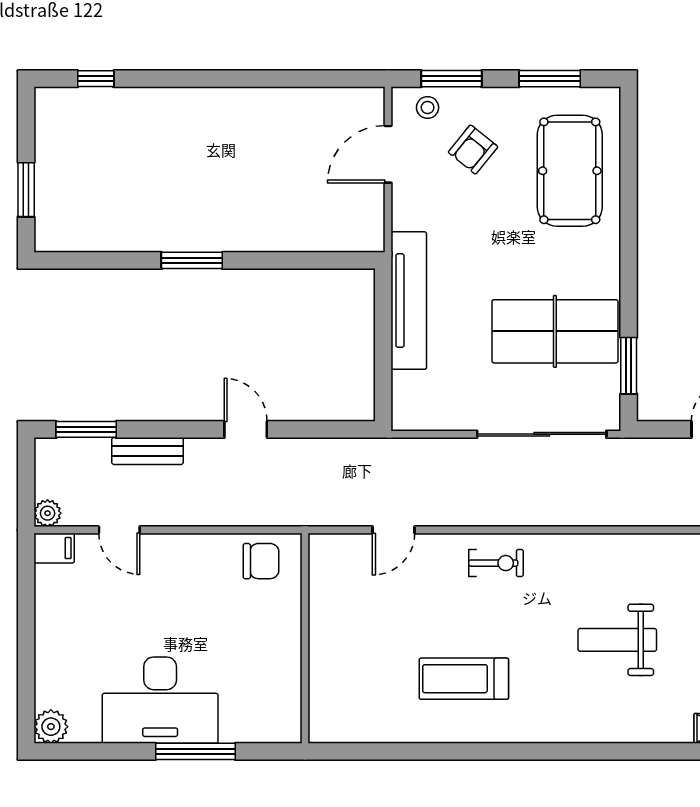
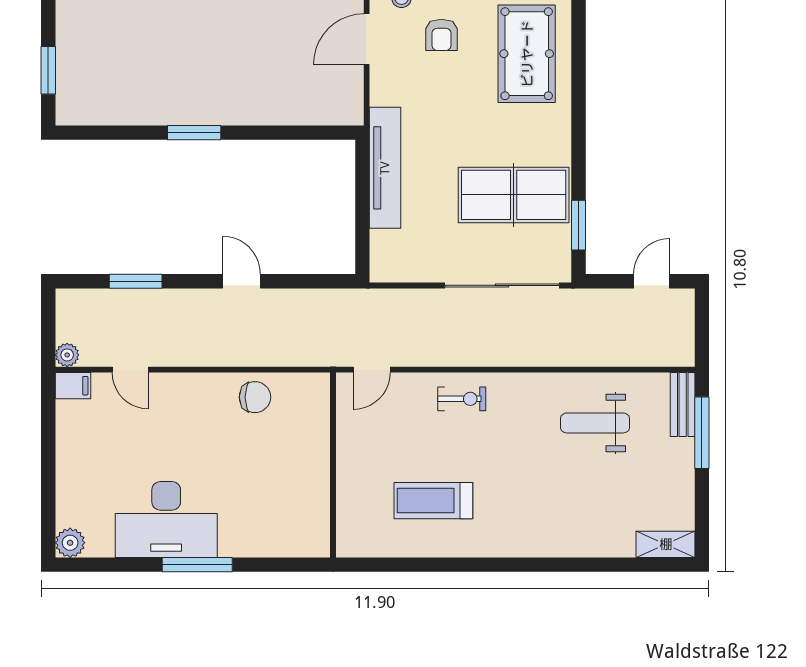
armchair: (473, 149) -> (441, 35), turned -39
window: (86, 429) -> (136, 281), moved
bench: (148, 451) -> (155, 300), removed
wall: (305, 638) -> (333, 465), moved
weight bench: (617, 640) -> (595, 423), moved

